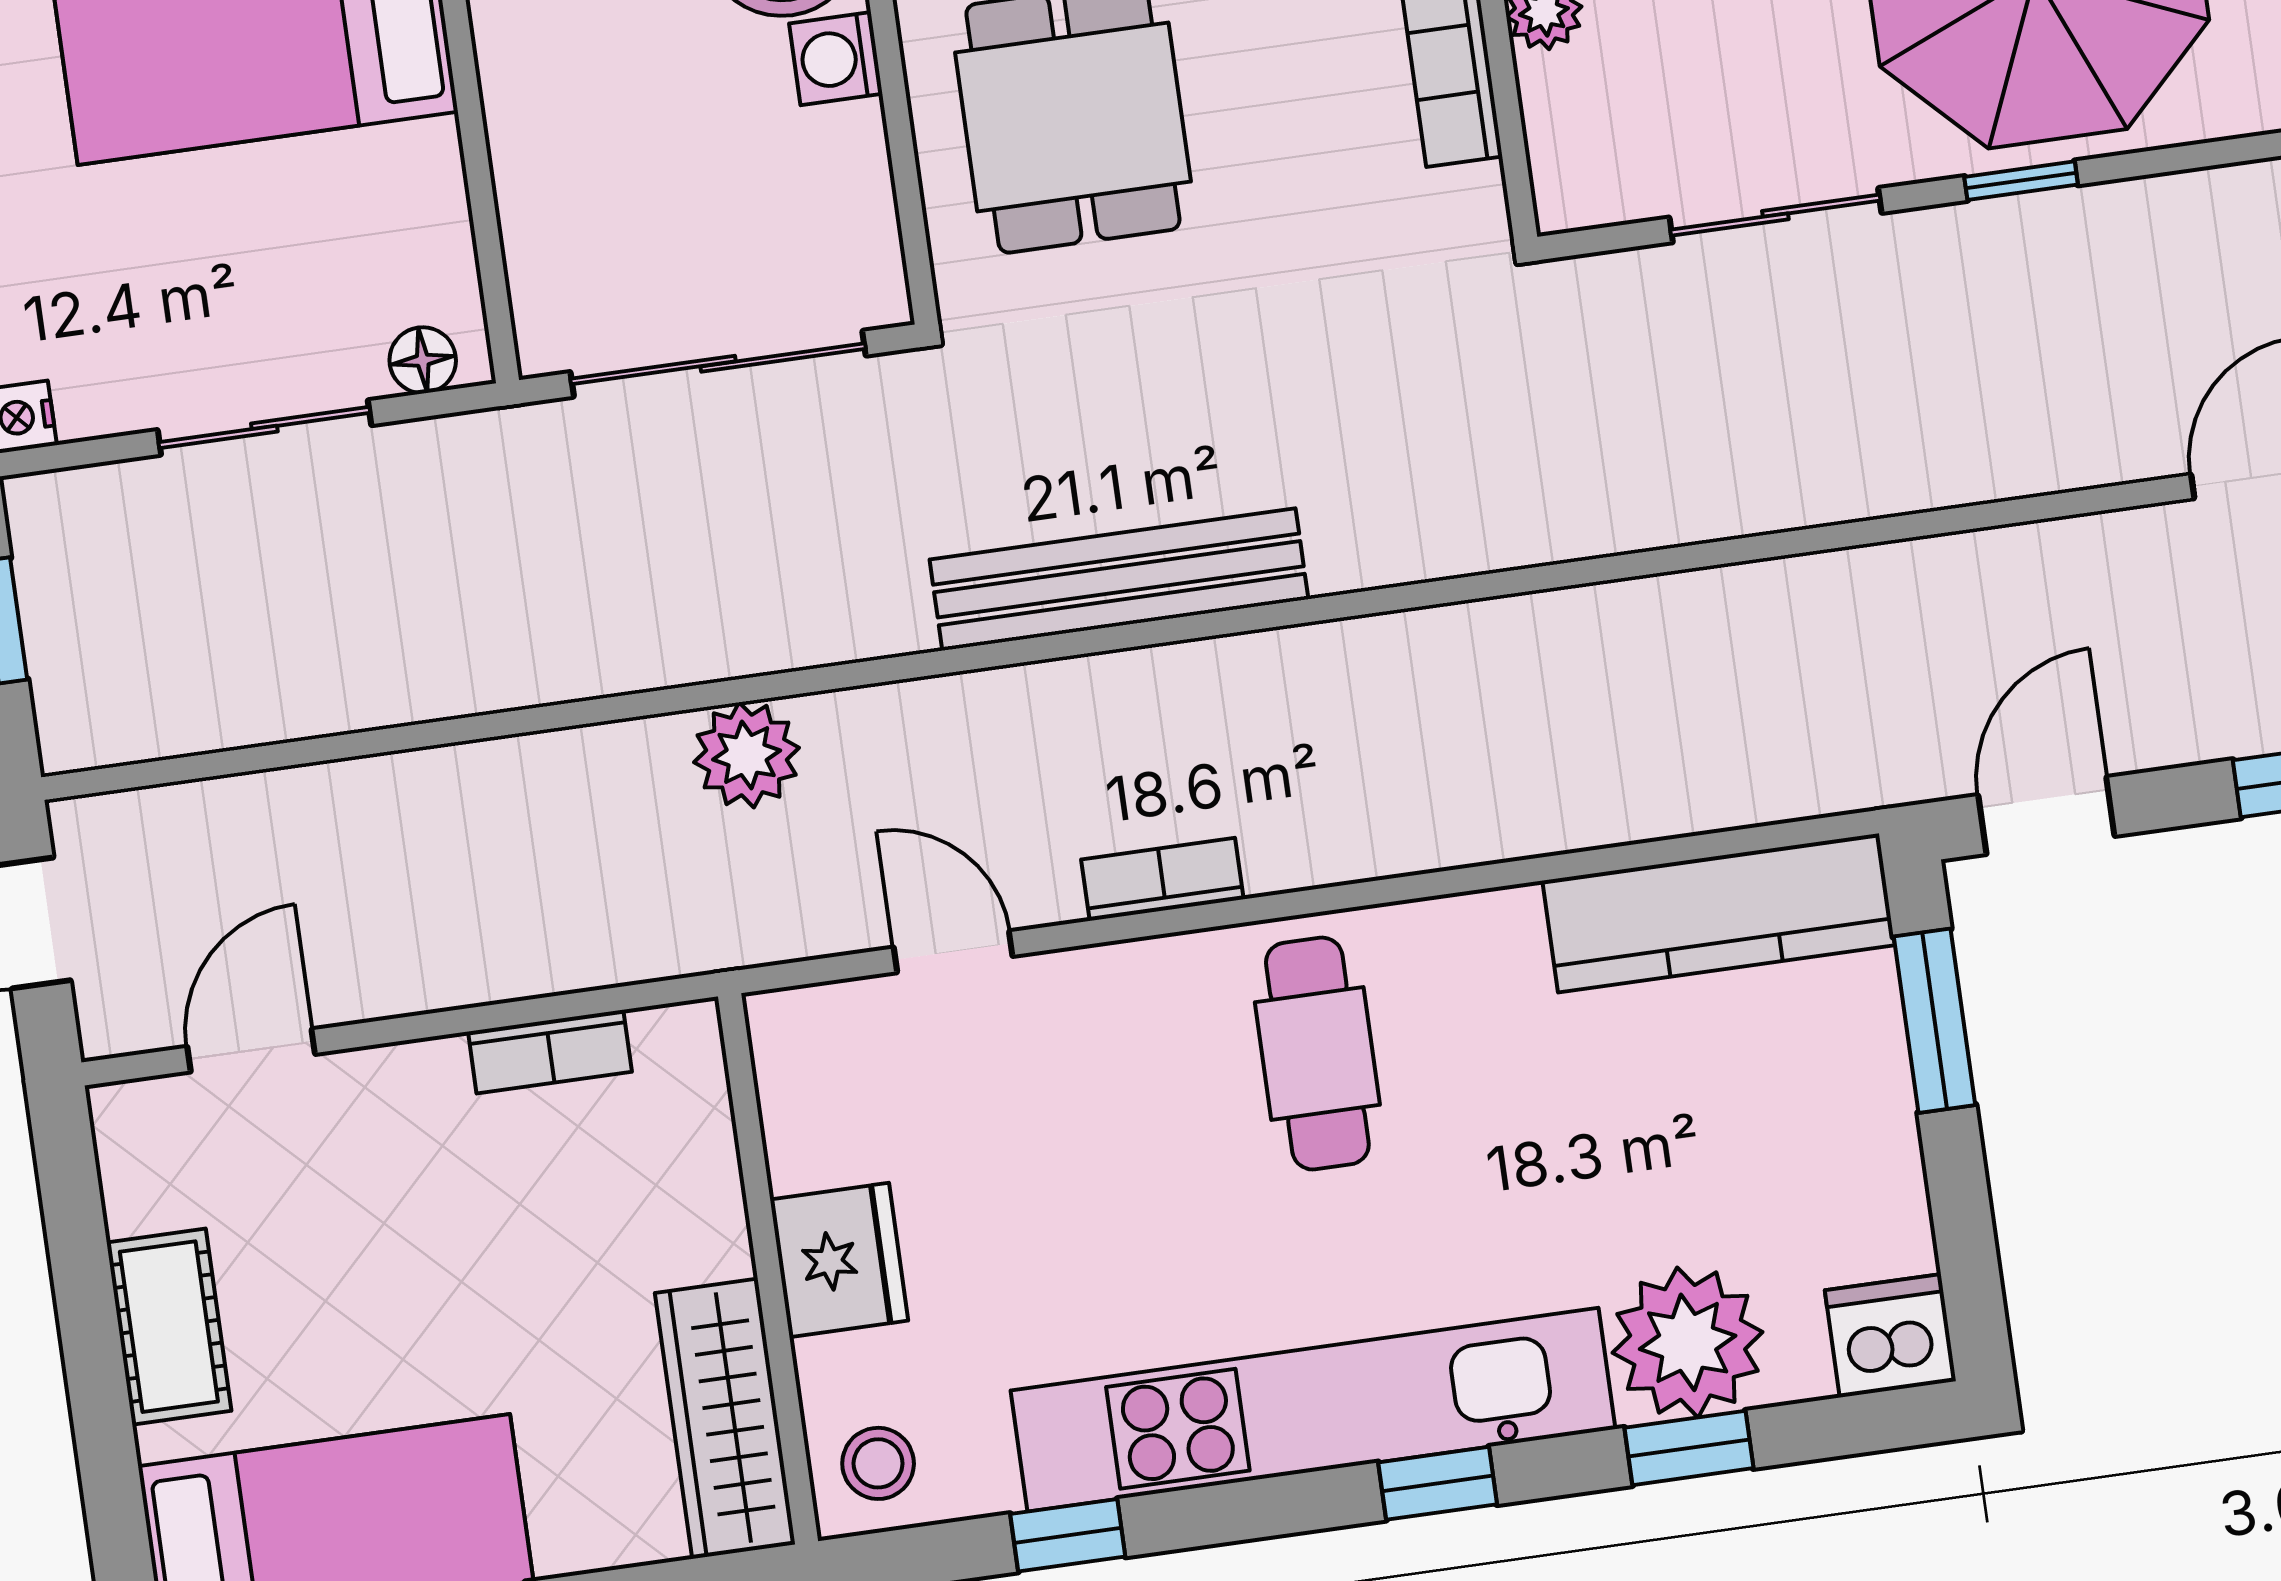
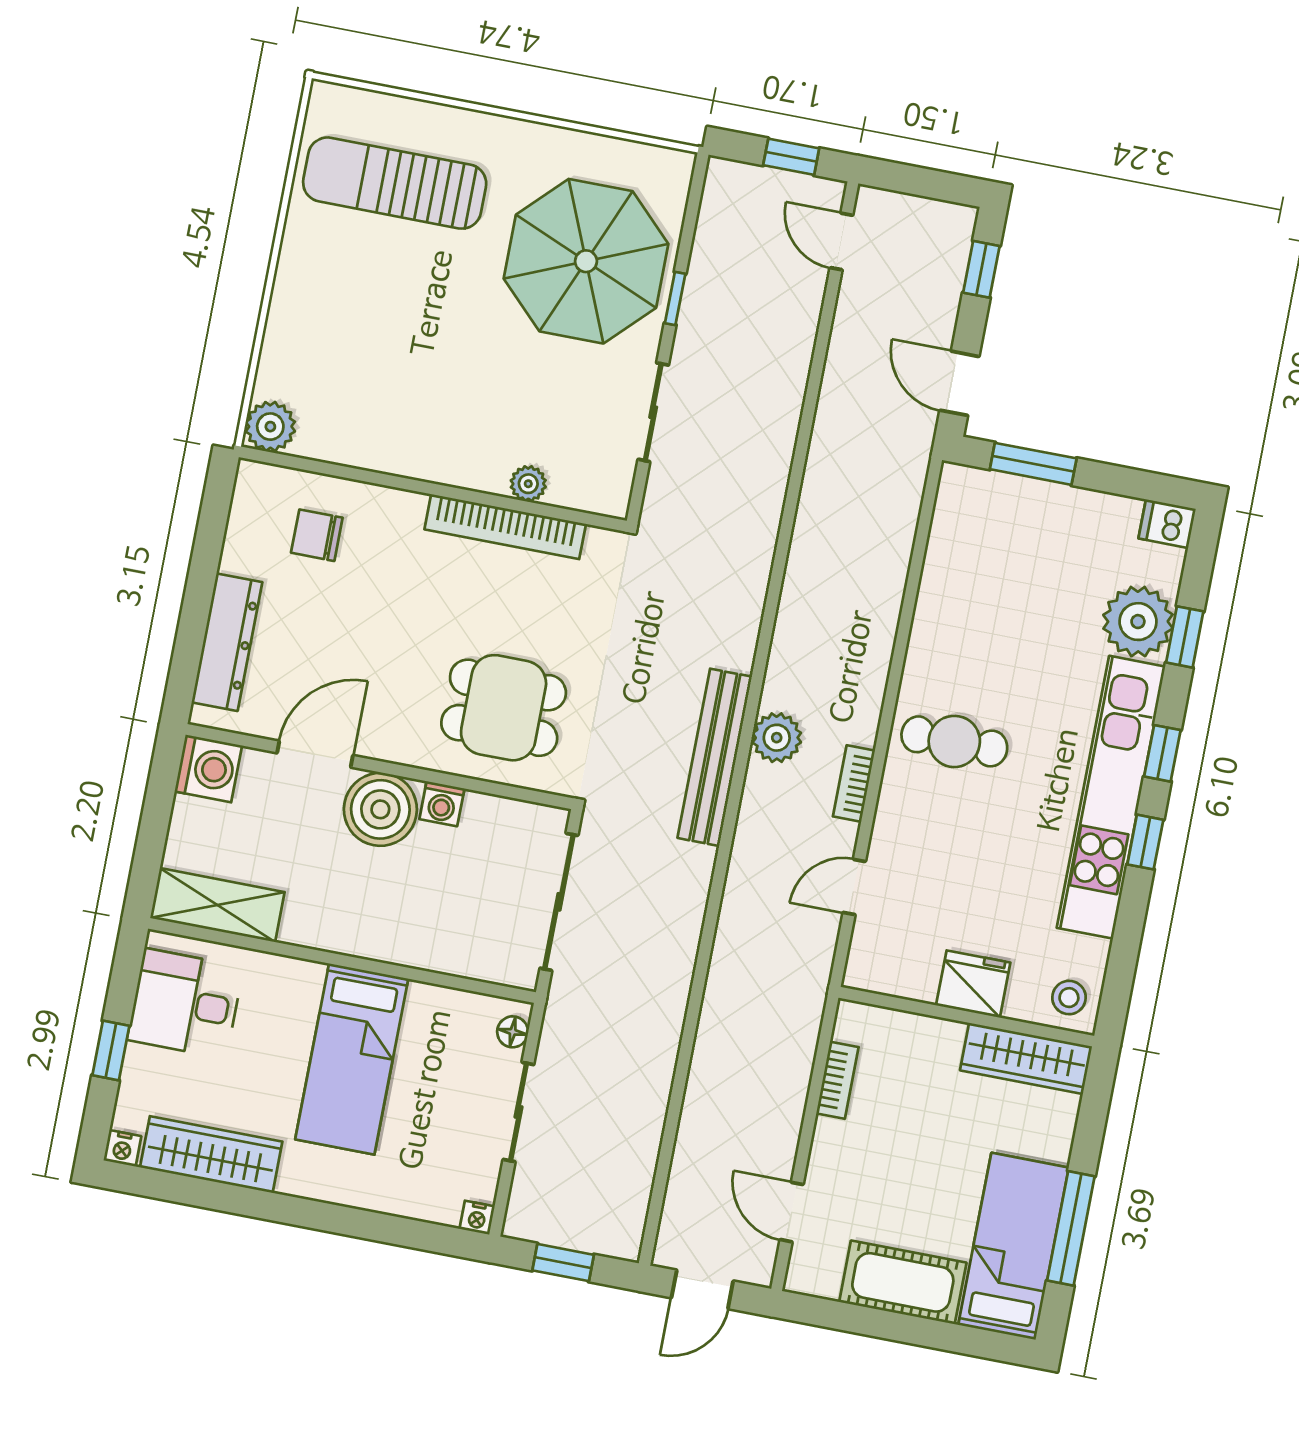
plant: (747, 755) -> (777, 738), moved
kitchen counter: (1719, 913) -> (953, 543), removed
cot: (169, 1327) -> (903, 1282), width x1.37, depth x1.34
dishwasher: (1890, 1336) -> (1167, 524), width x0.73
window: (1068, 1535) -> (1145, 842), moved

